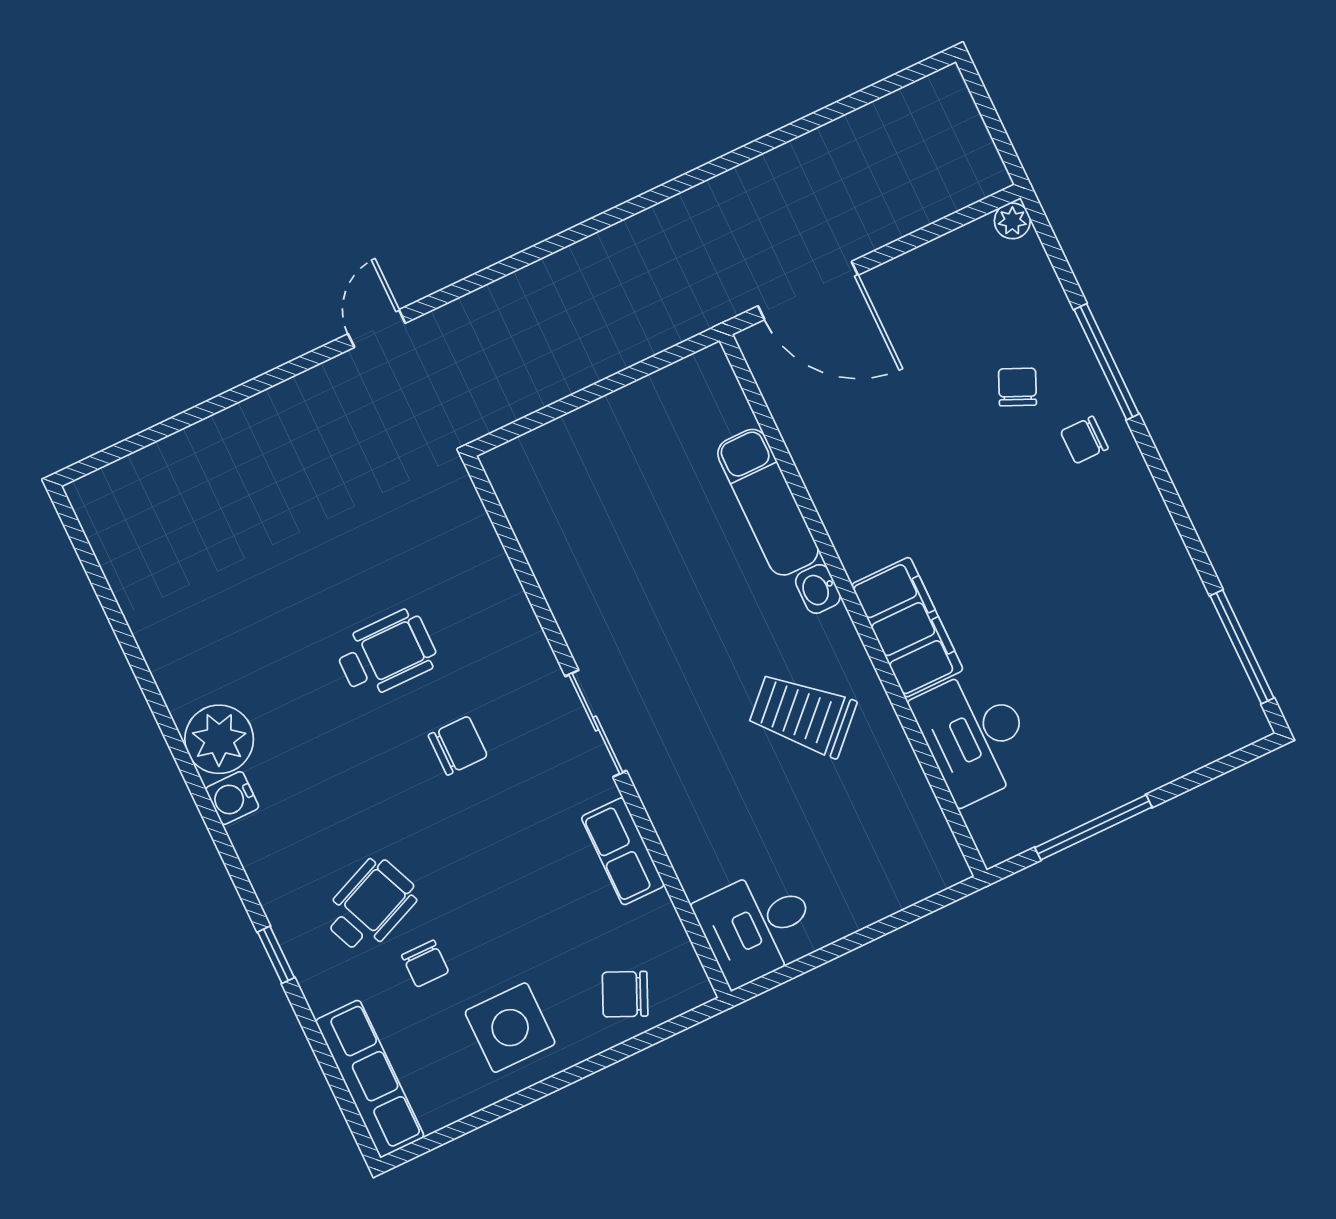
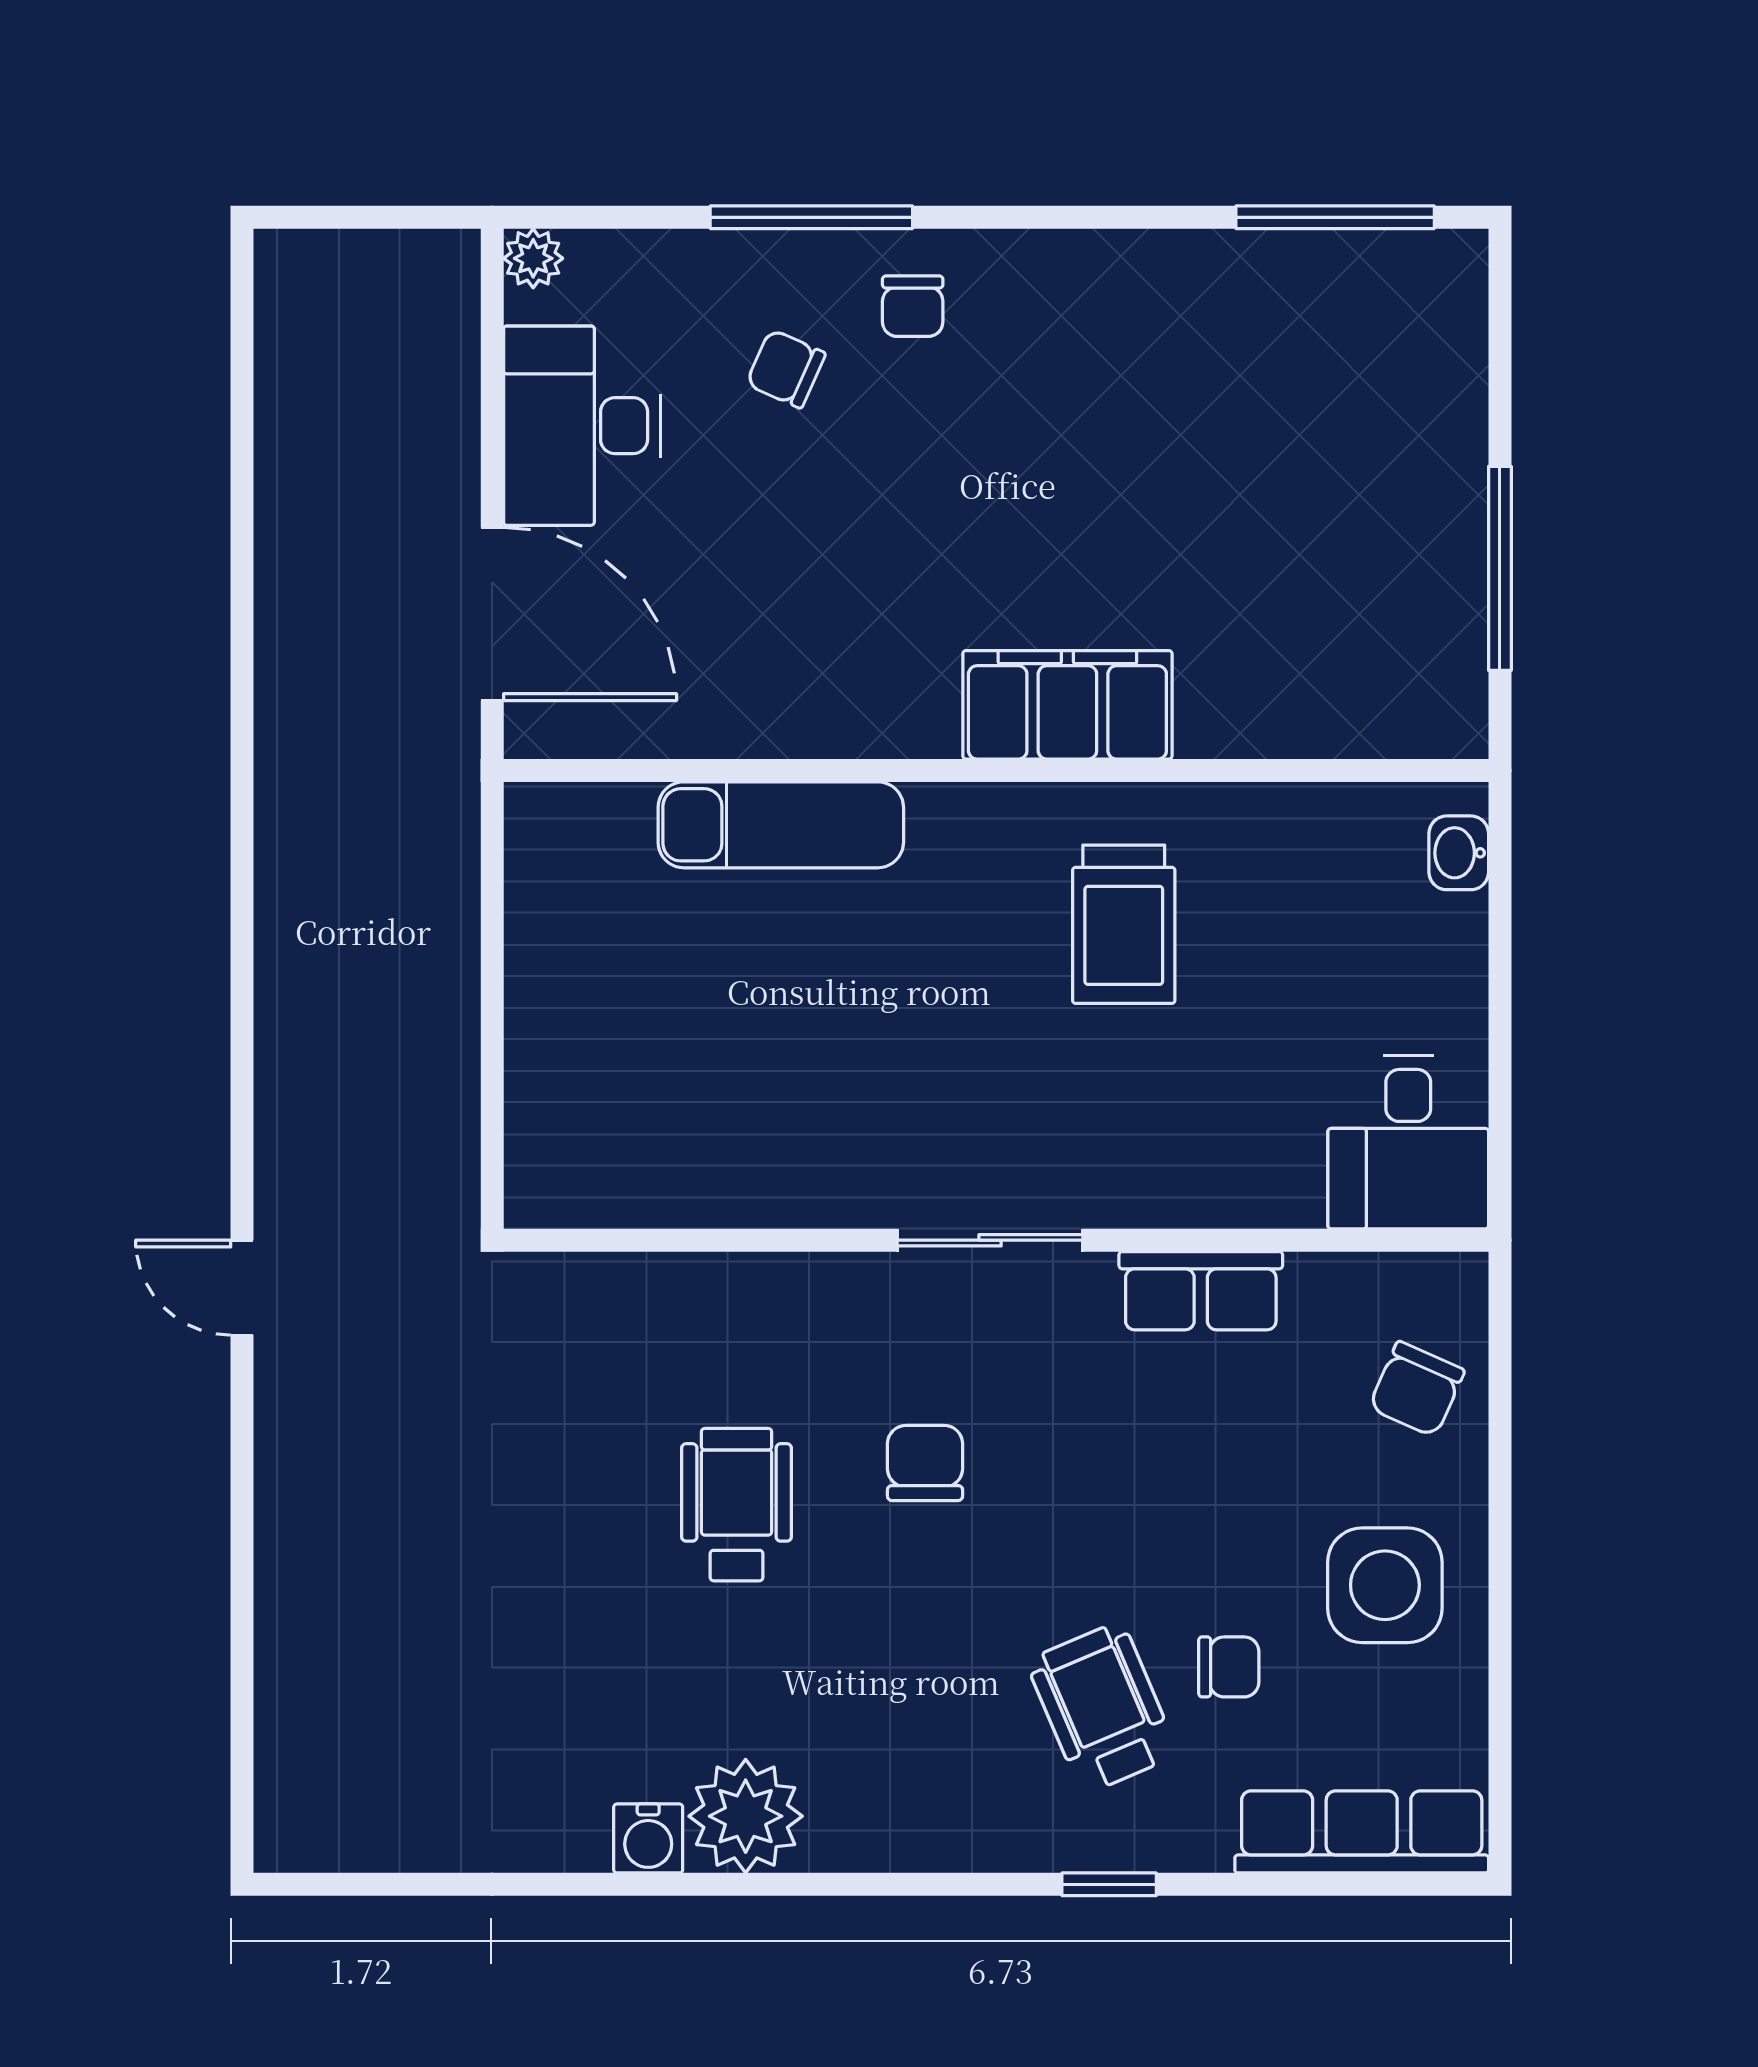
door: (808, 291) -> (492, 614), hinge flipped
washbasin: (818, 589) -> (1459, 853), moved, turned 90
trolley: (802, 715) -> (1124, 924), turned -45
desk: (975, 735) -> (582, 426), moved, turned 90
water cooler: (232, 798) -> (648, 1838), moved

